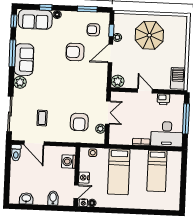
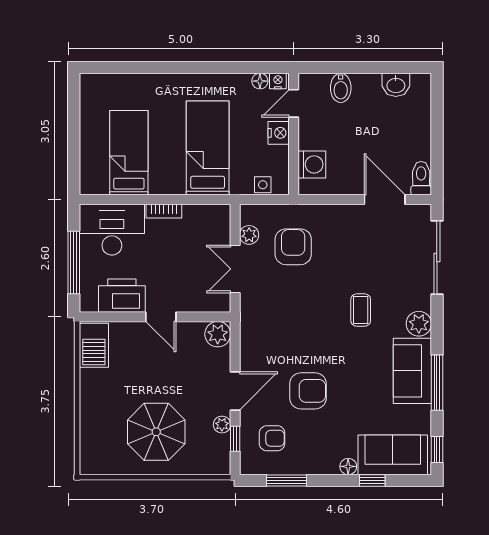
printer: (163, 99) -> (122, 296), width x1.87, depth x1.48
coffee table: (42, 118) -> (361, 310), moved

